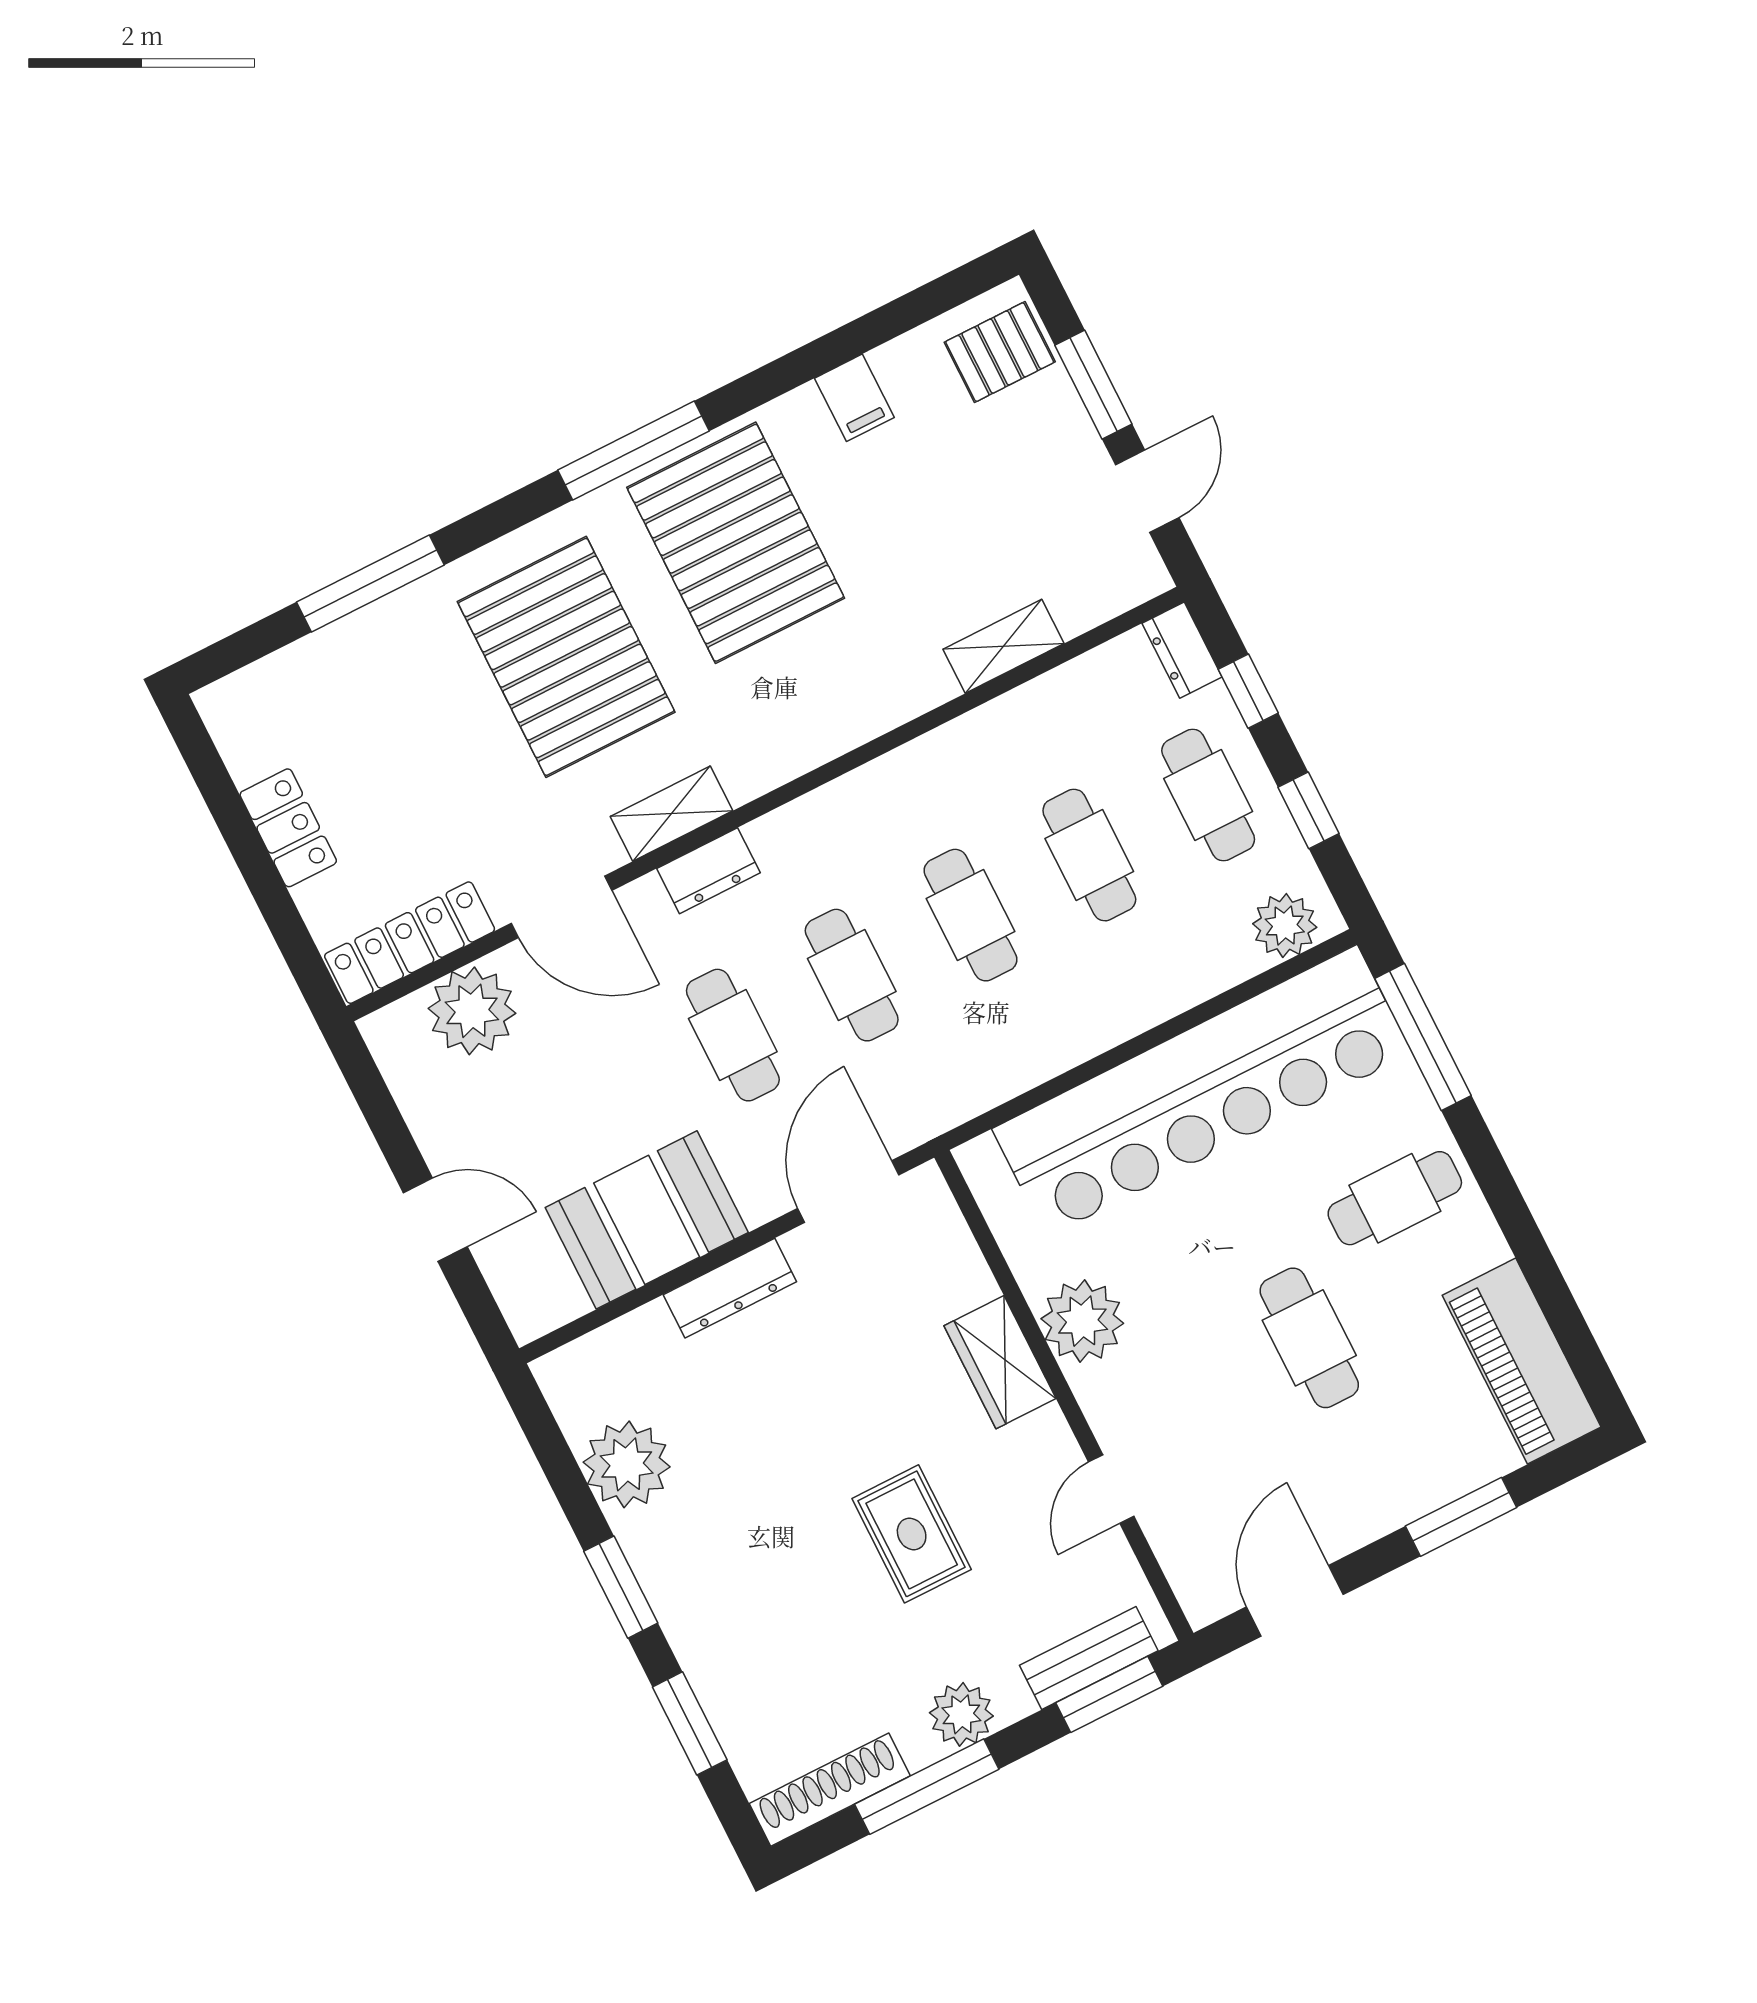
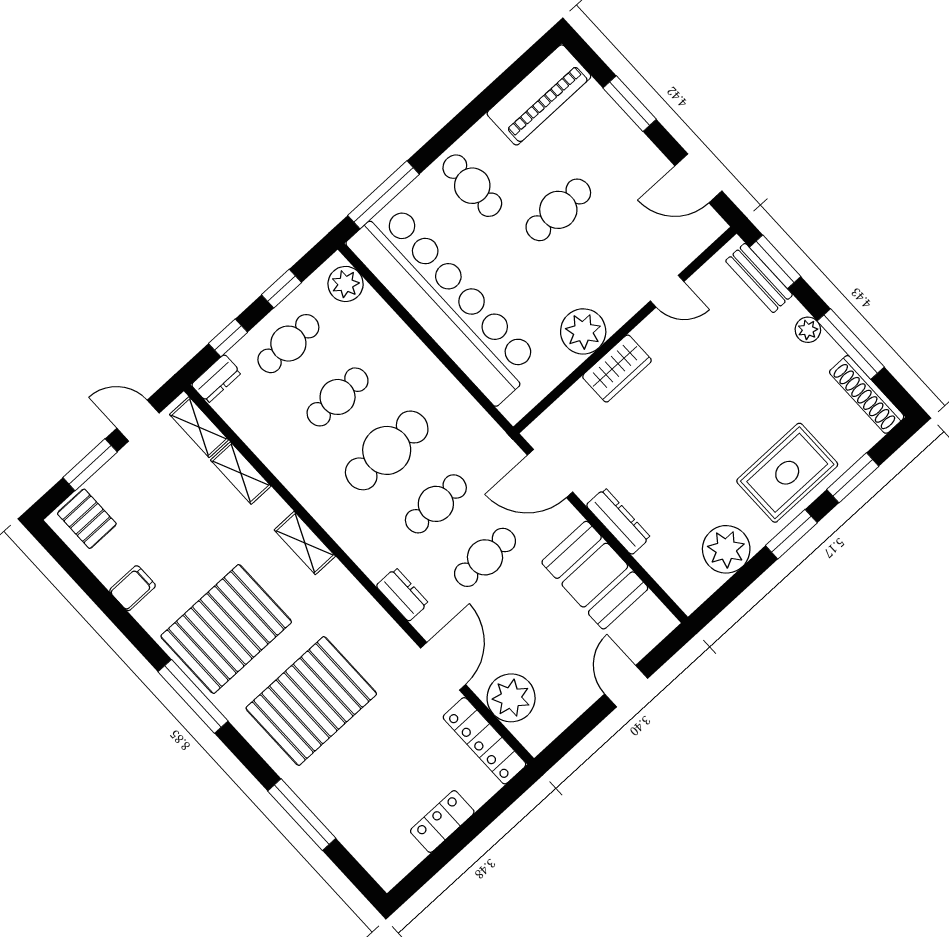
shelving: (1105, 596) -> (199, 427), added
shelving: (672, 814) -> (305, 543), moved
cafe table: (970, 915) -> (387, 450), width x1.37, depth x1.35
rug: (912, 1534) -> (787, 473), moved, width x1.36, depth x1.43
plant: (961, 1714) -> (808, 330), width x0.73, depth x0.73

